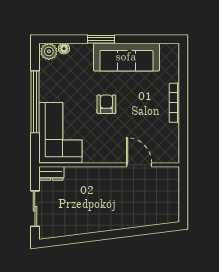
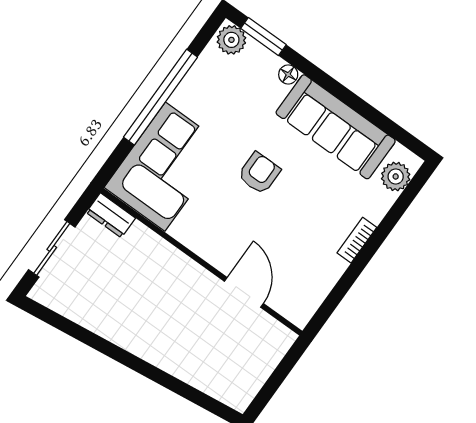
window: (101, 39) -> (263, 37), moved
floor lamp: (64, 49) -> (288, 74), moved
plant: (171, 60) -> (396, 176), added
bookcase: (174, 103) -> (357, 240), width x0.64

